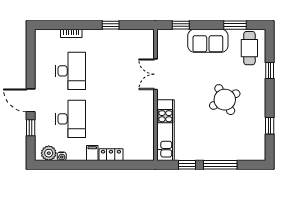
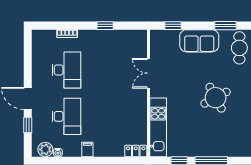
locker: (111, 155) -> (136, 151), moved

